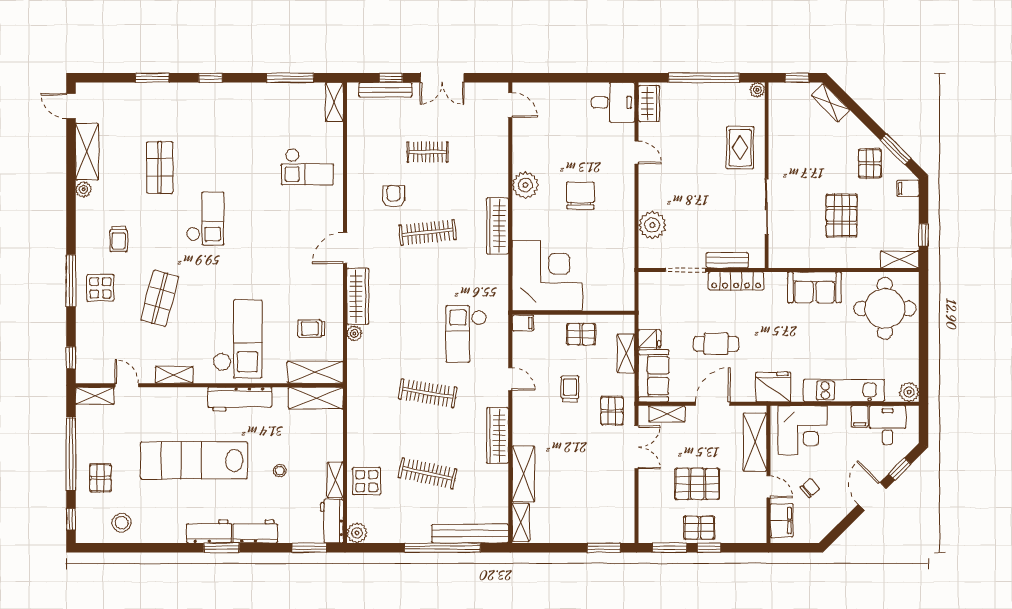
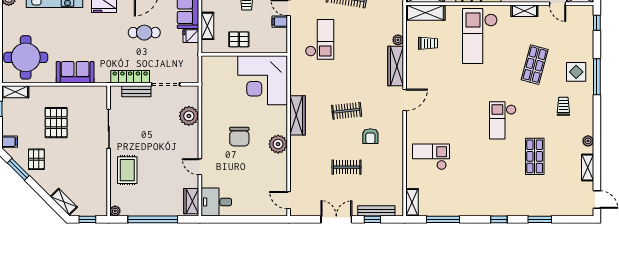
shelving: (87, 152) -> (588, 168), width x0.67, depth x0.75
clothes rail: (428, 232) -> (347, 111), width x0.73
filing cabinet: (523, 323) -> (280, 22), moved

